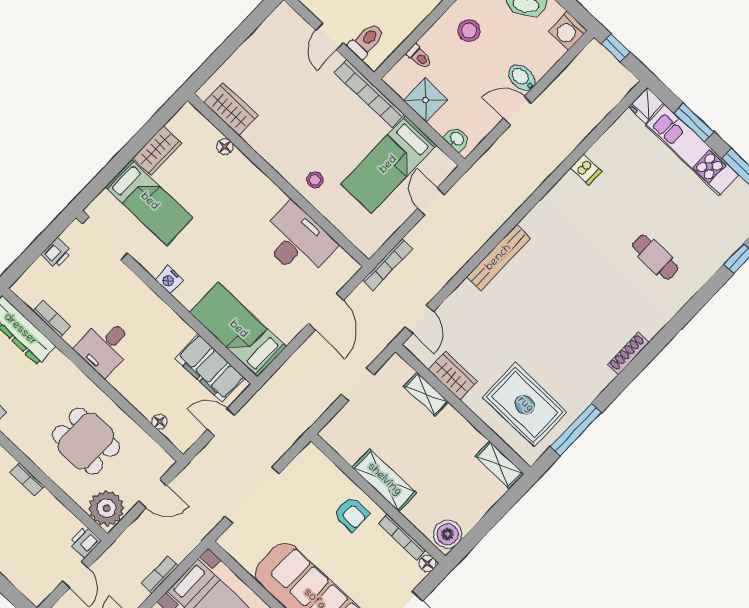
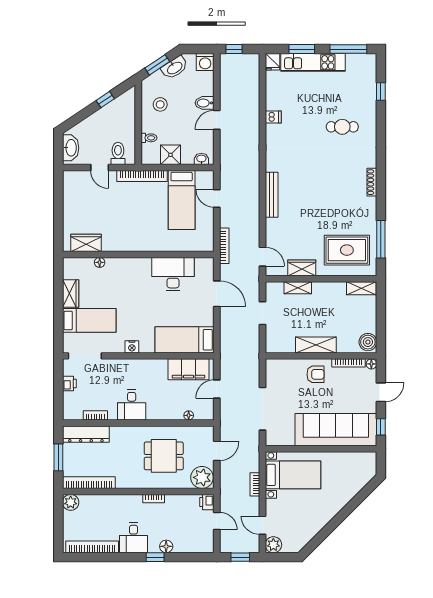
stool: (315, 180) -> (155, 239), removed

